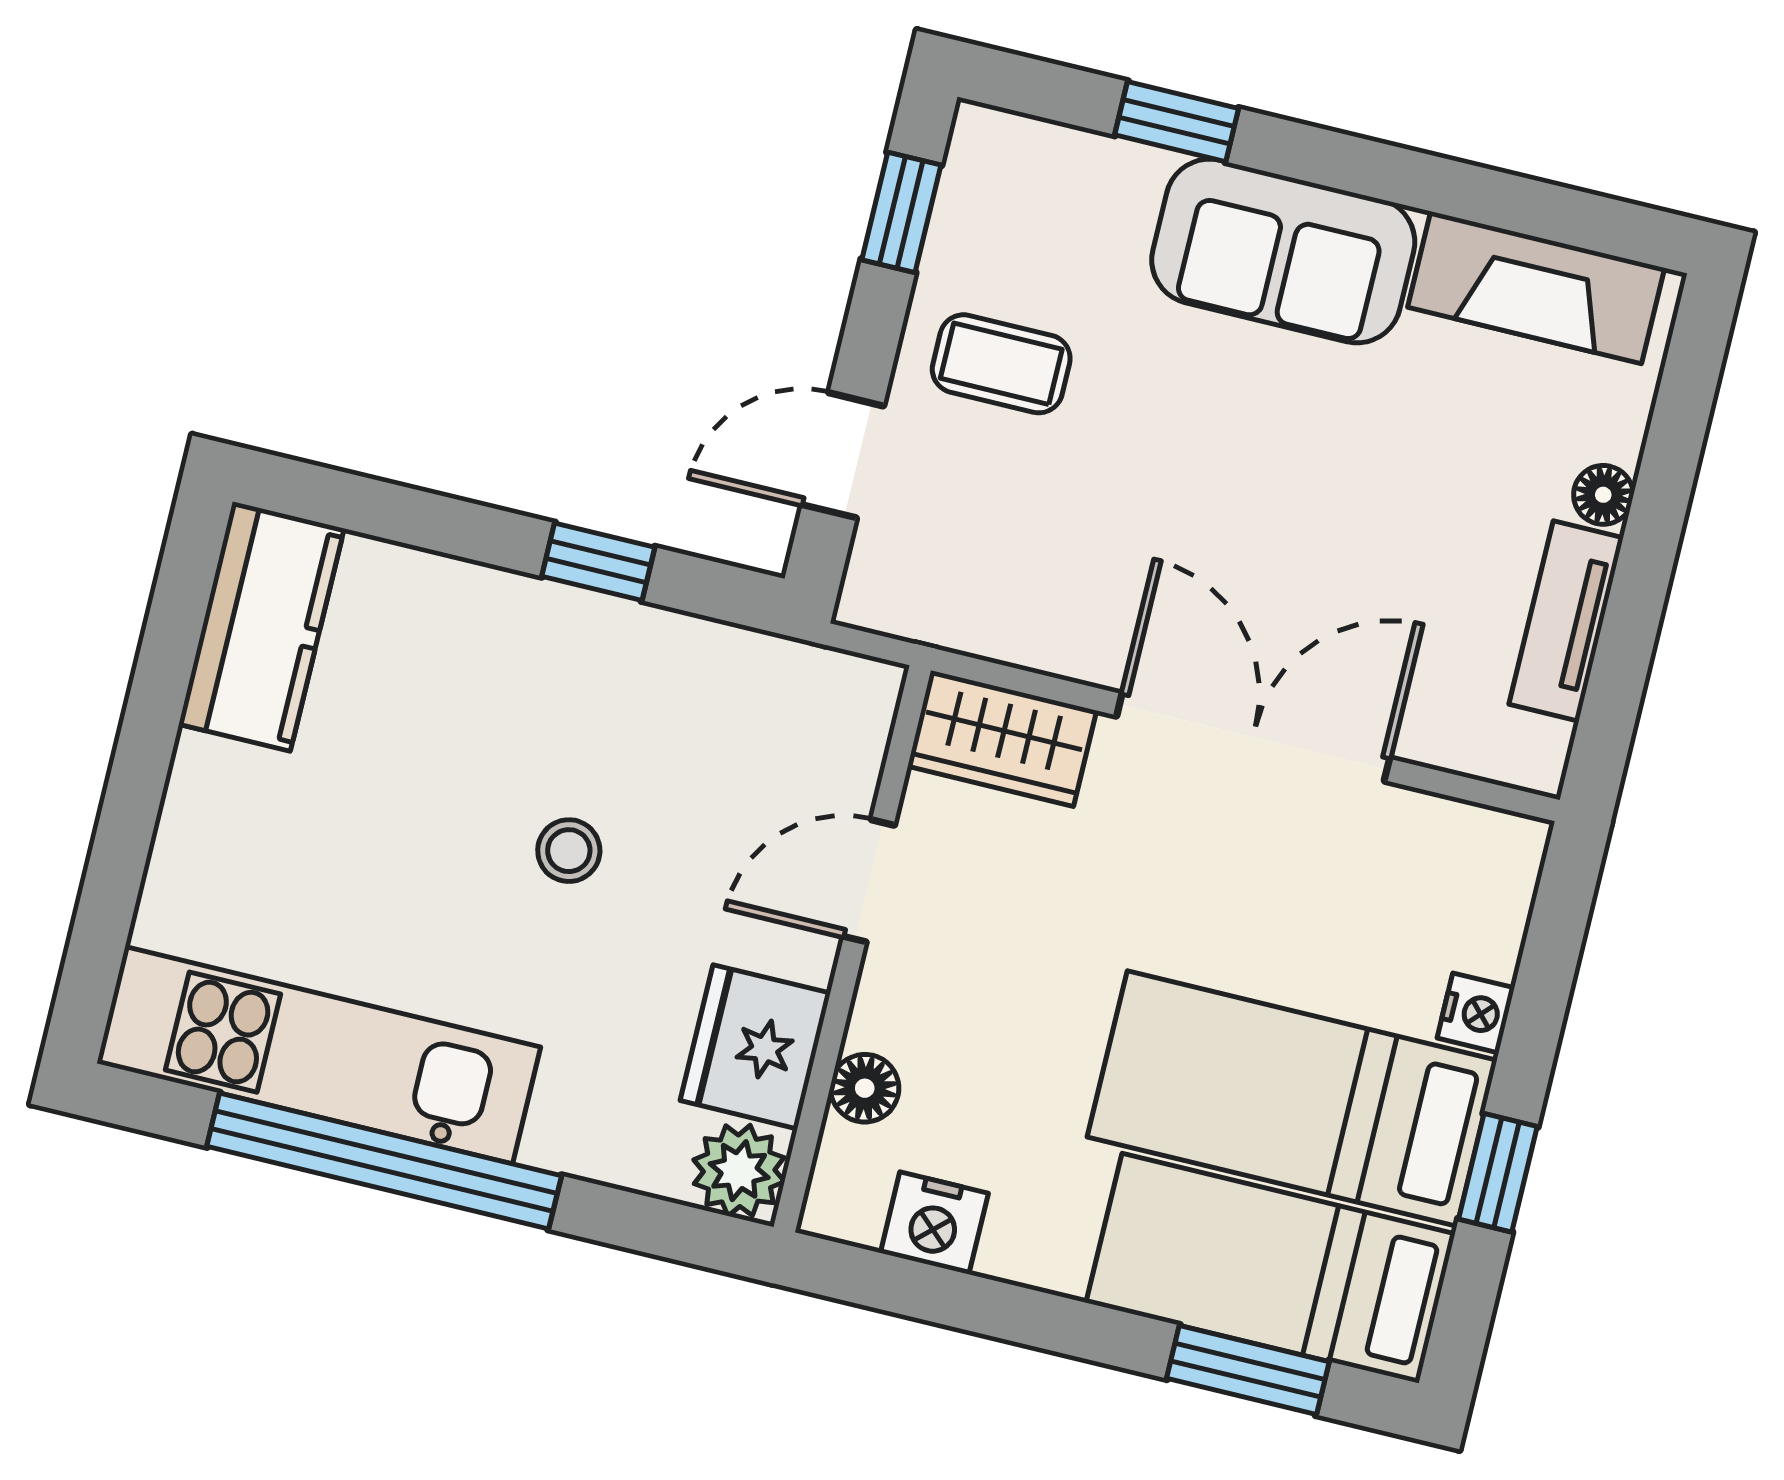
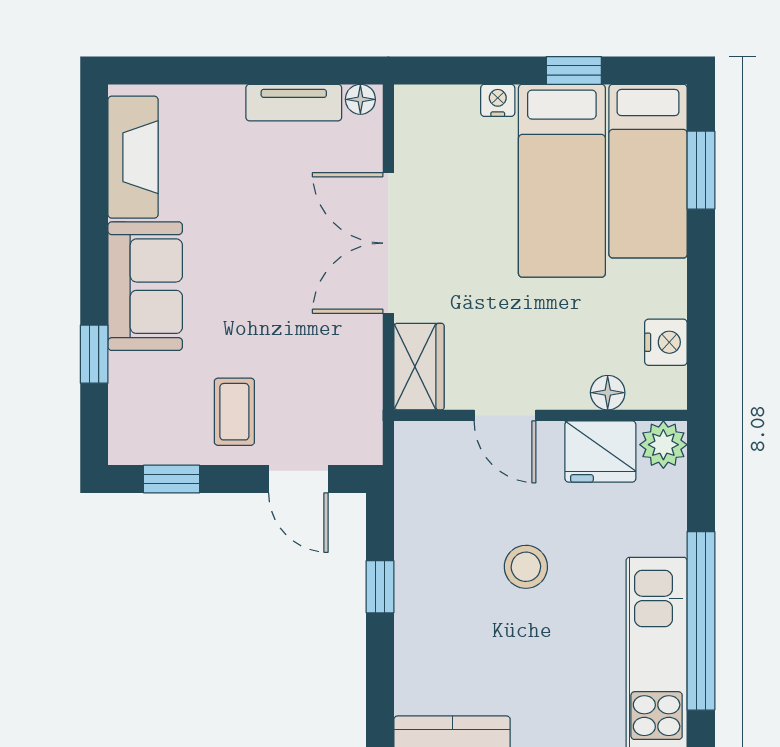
floor lamp: (1603, 495) -> (360, 99), moved
stool: (569, 851) -> (526, 567), width x1.37, depth x1.37

